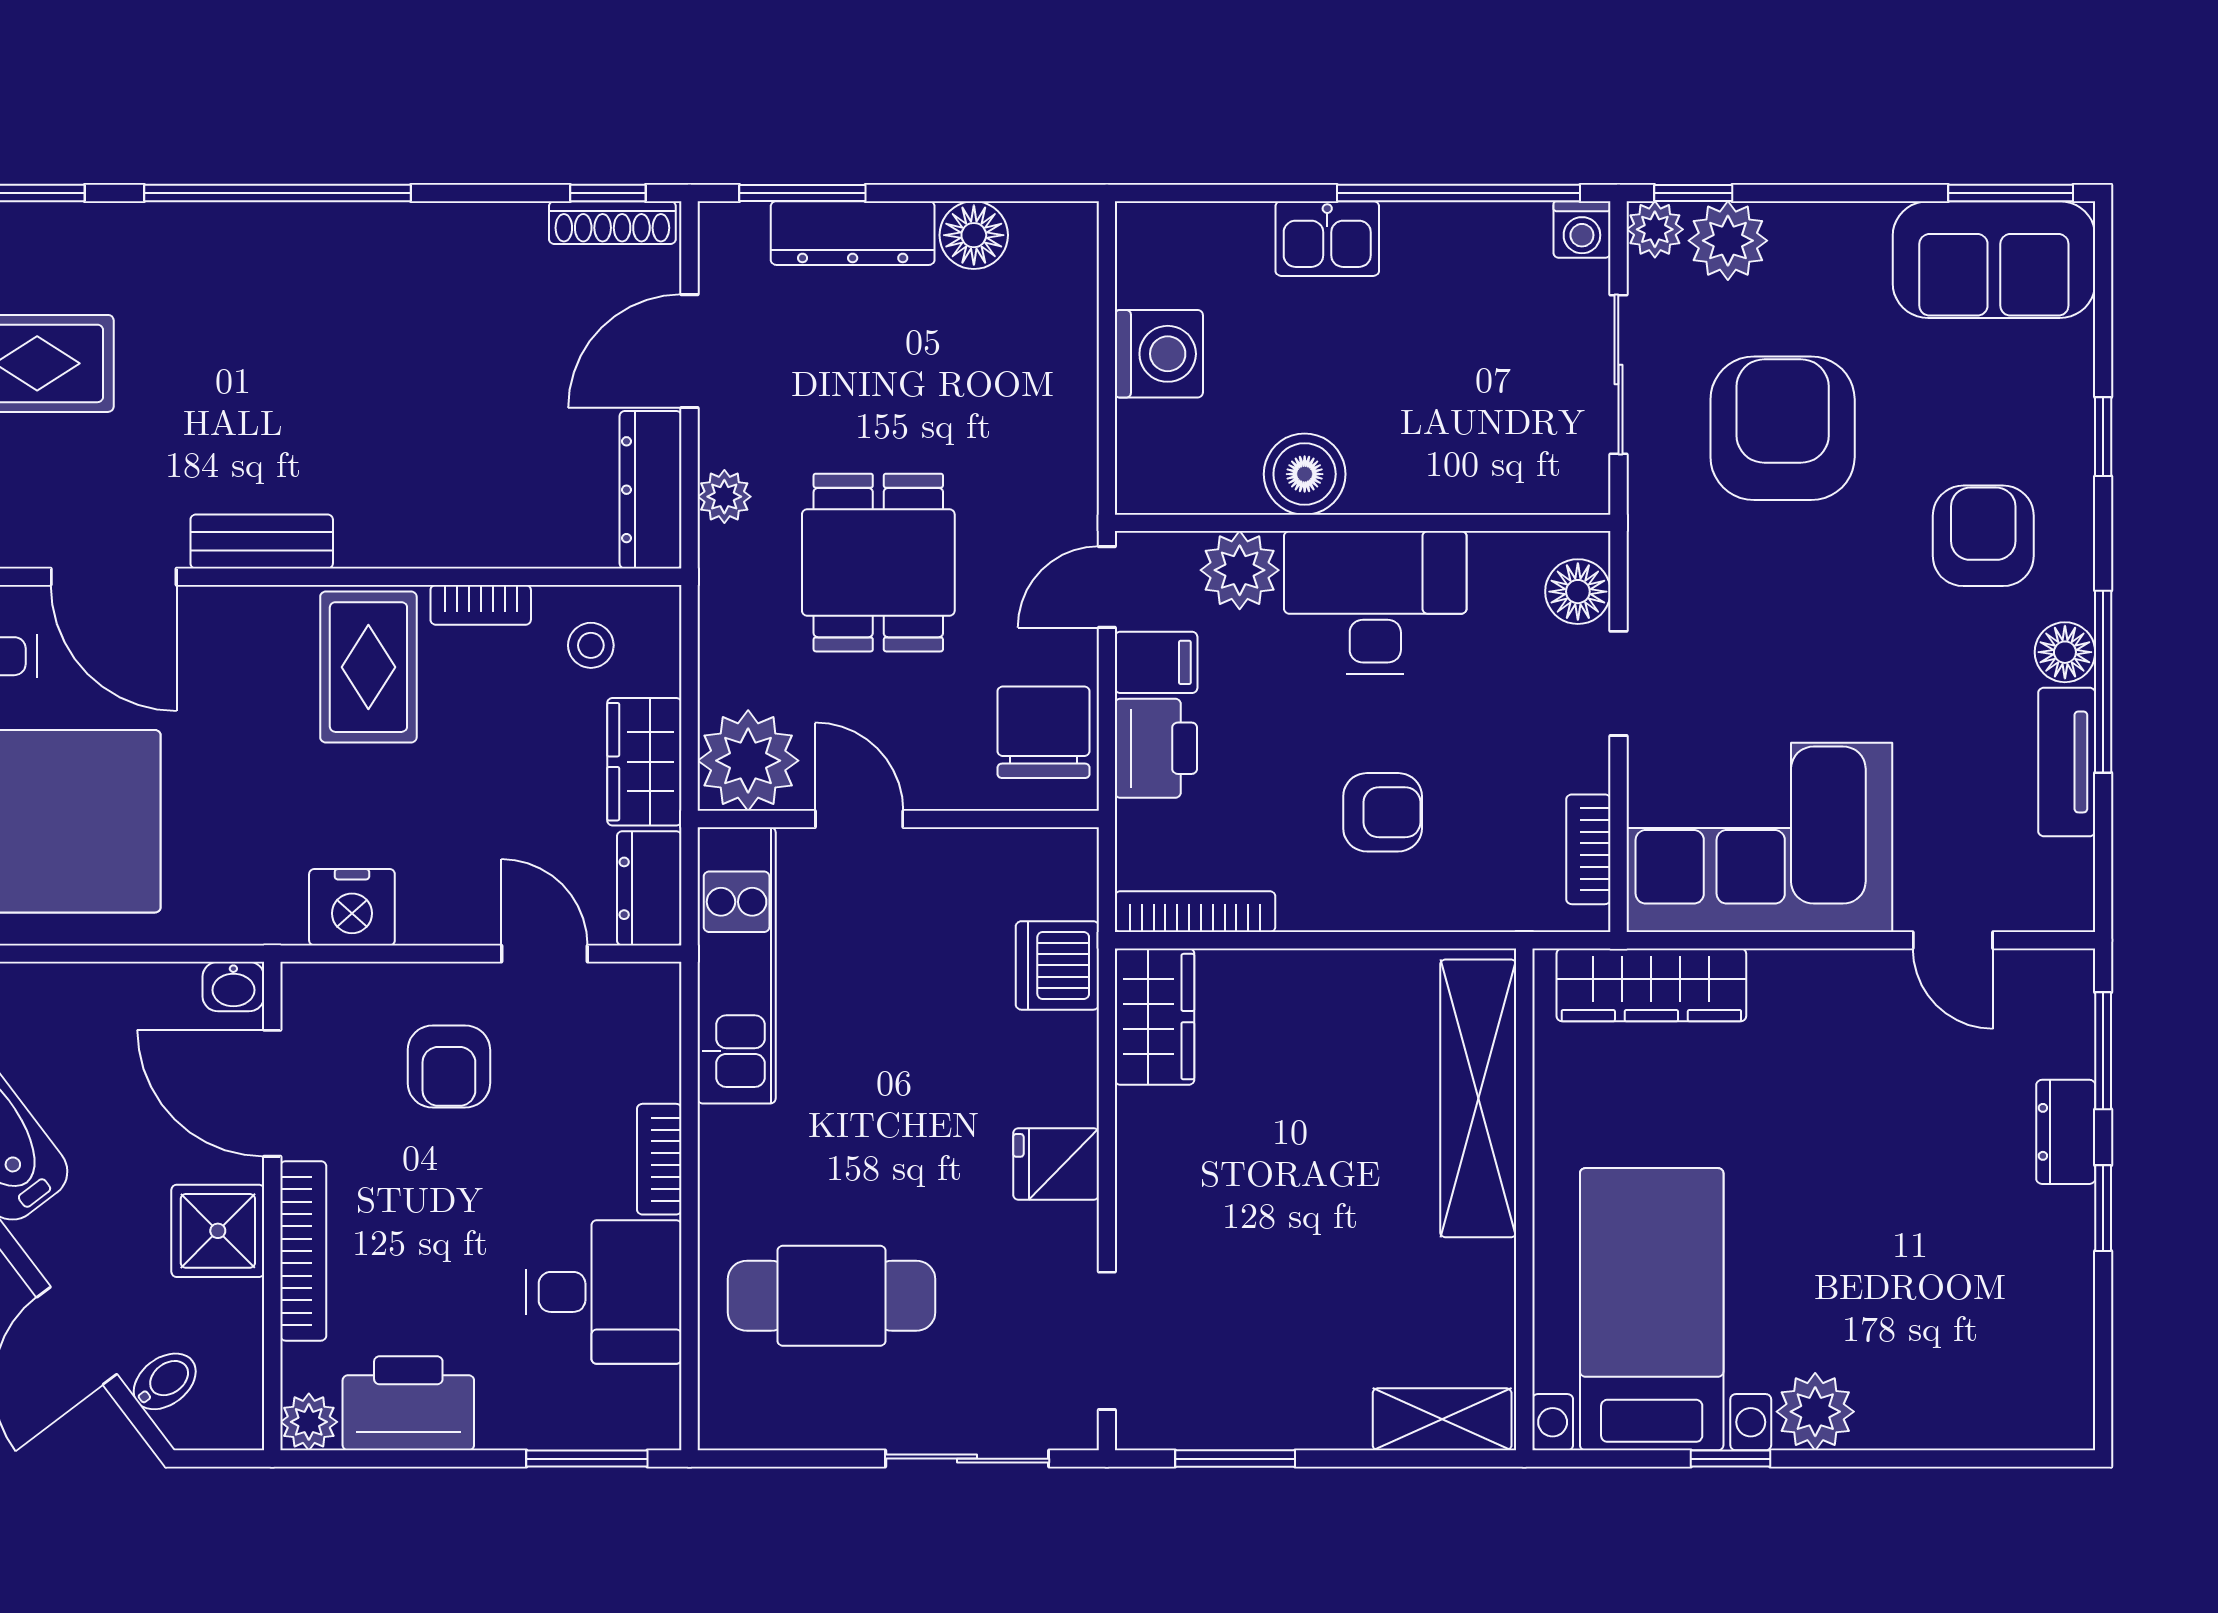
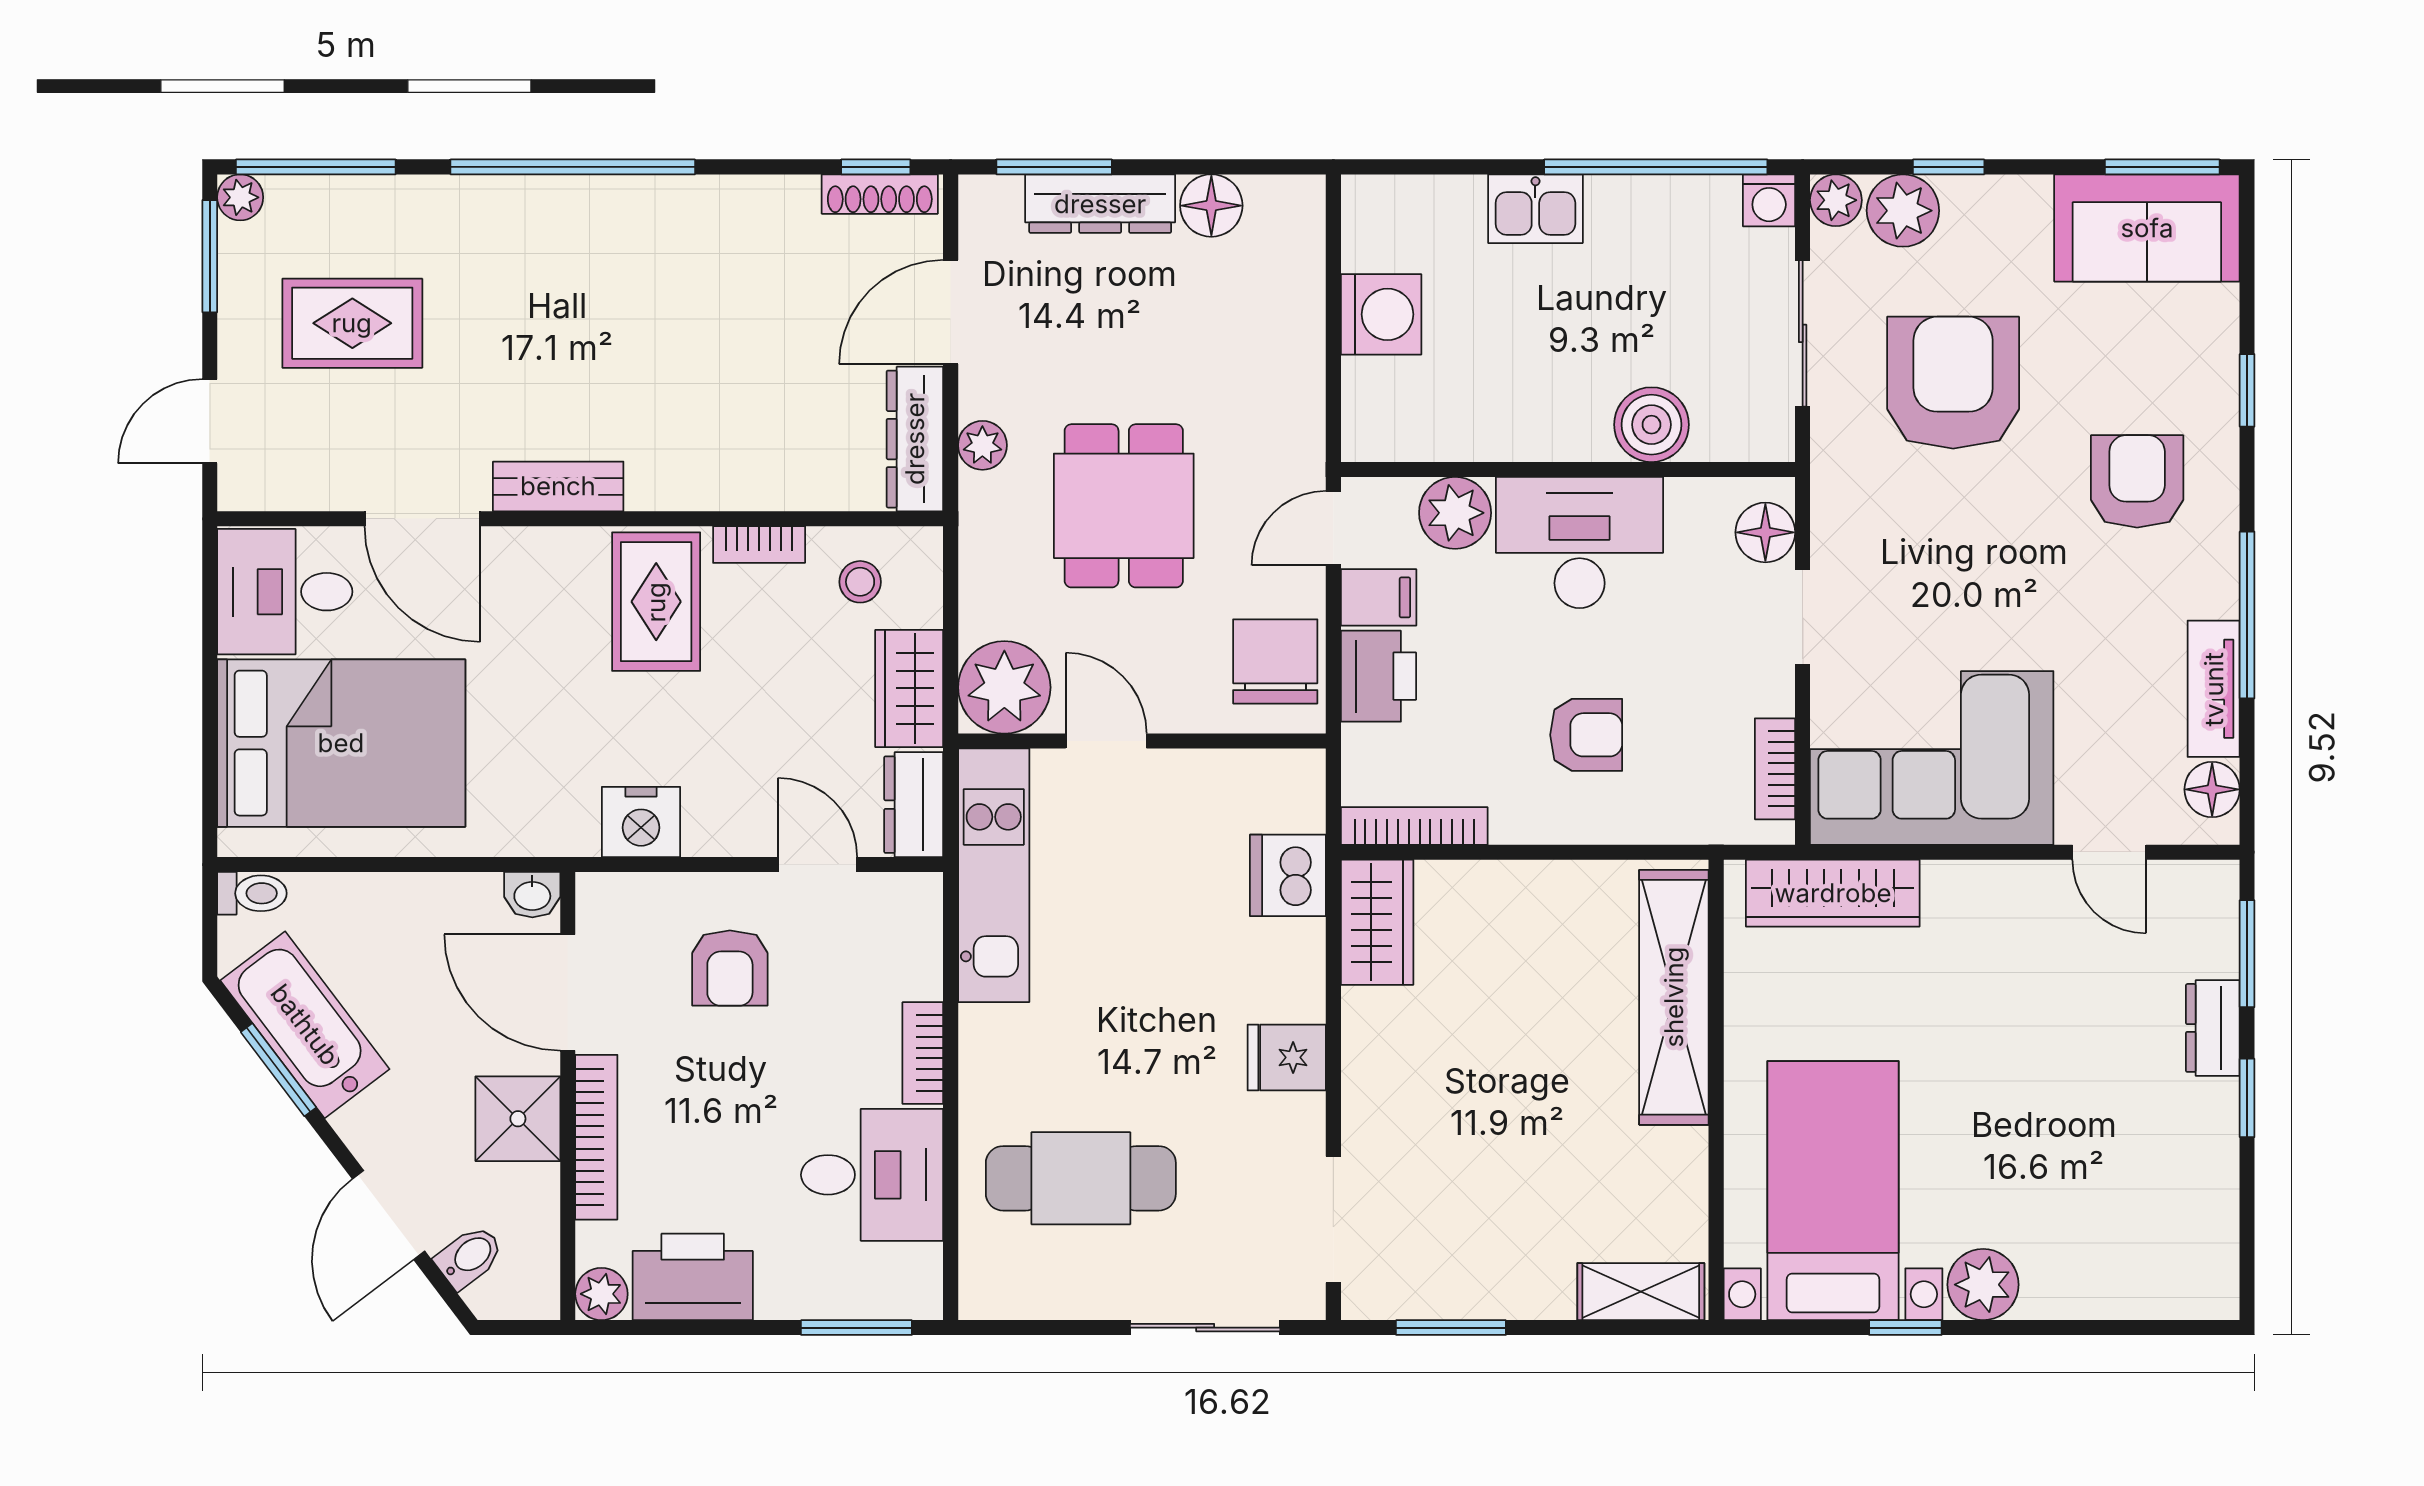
window: (1693, 193) -> (1949, 167), moved
boiler: (1305, 474) -> (1651, 425), moved
floor lamp: (2065, 652) -> (2212, 789), moved

